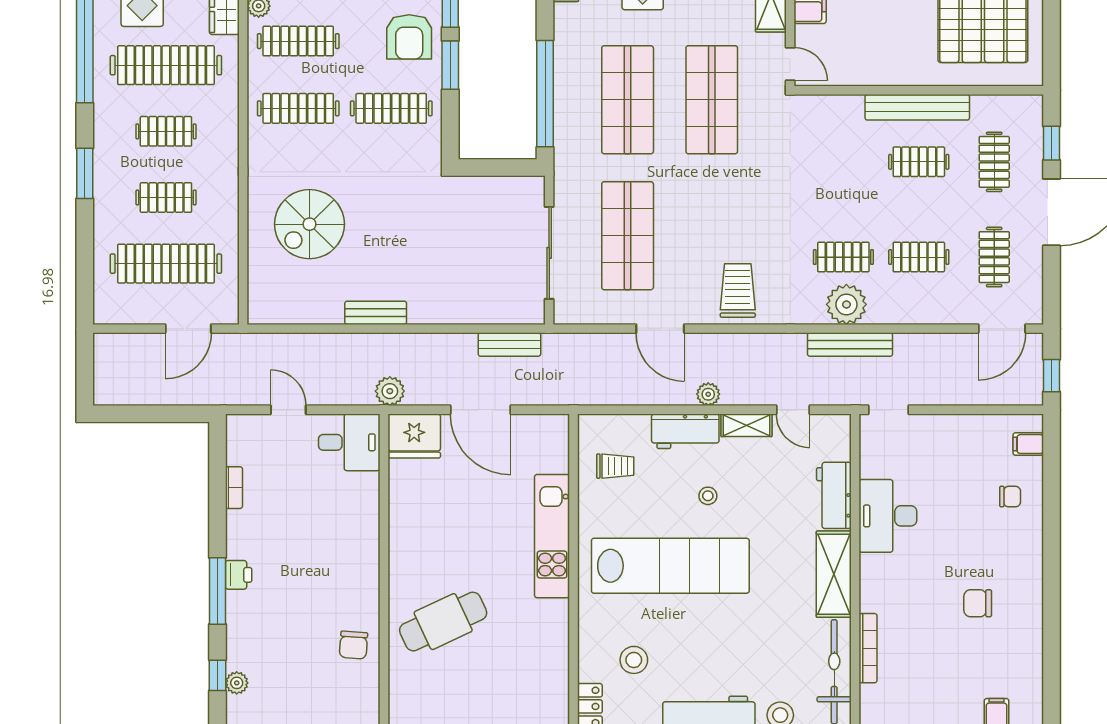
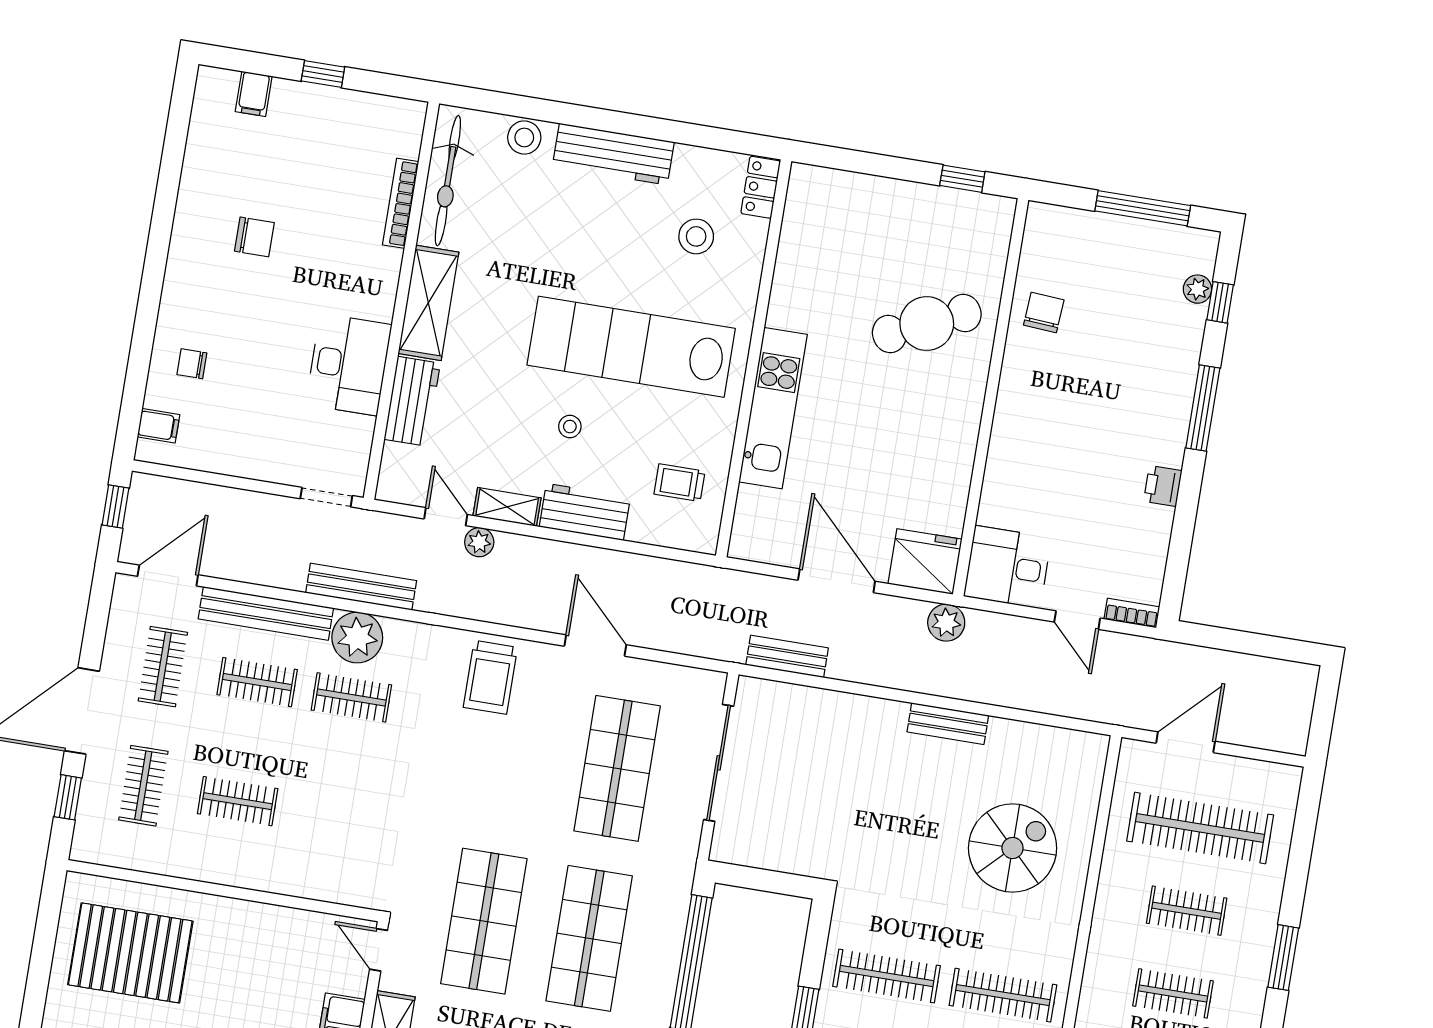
bench: (917, 107) -> (266, 613), moved
plant: (708, 394) -> (479, 542), moved
bookcase: (234, 488) -> (1132, 613), moved, turned 90
printer: (239, 575) -> (1163, 486), moved

